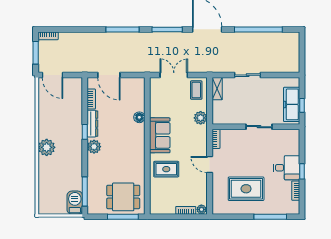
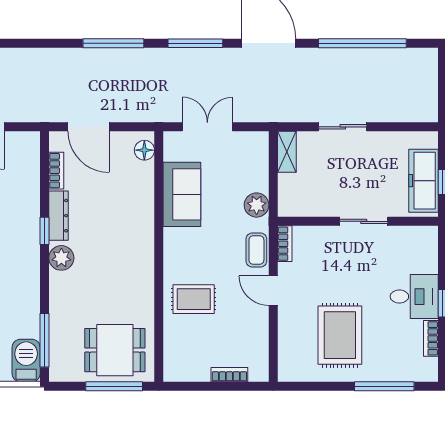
coffee table: (196, 90) -> (256, 250), moved
floor lamp: (139, 117) -> (144, 150), moved
sofa: (160, 135) -> (182, 194), moved
rug: (246, 189) -> (340, 335), turned 90
plant: (201, 209) -> (258, 373), removed

